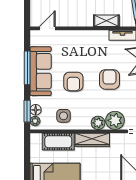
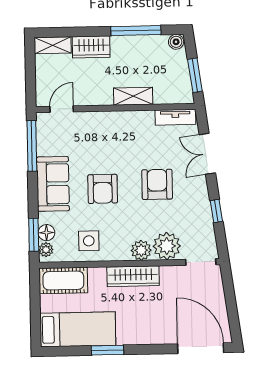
shelving: (106, 21) -> (133, 96), moved
window: (27, 68) -> (32, 146), moved
sofa: (41, 71) -> (53, 184), width x0.73
cot: (58, 142) -> (63, 280), moved

